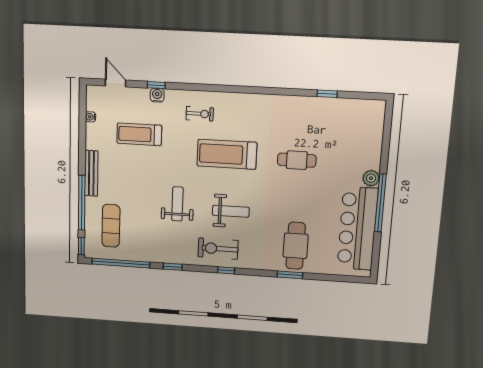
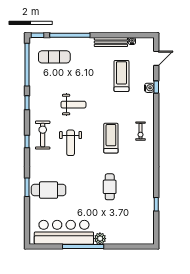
exercise bike: (200, 114) -> (141, 131), moved
treadmill: (227, 154) -> (111, 138), width x0.73, depth x0.73
bench: (91, 173) -> (111, 42), moved

